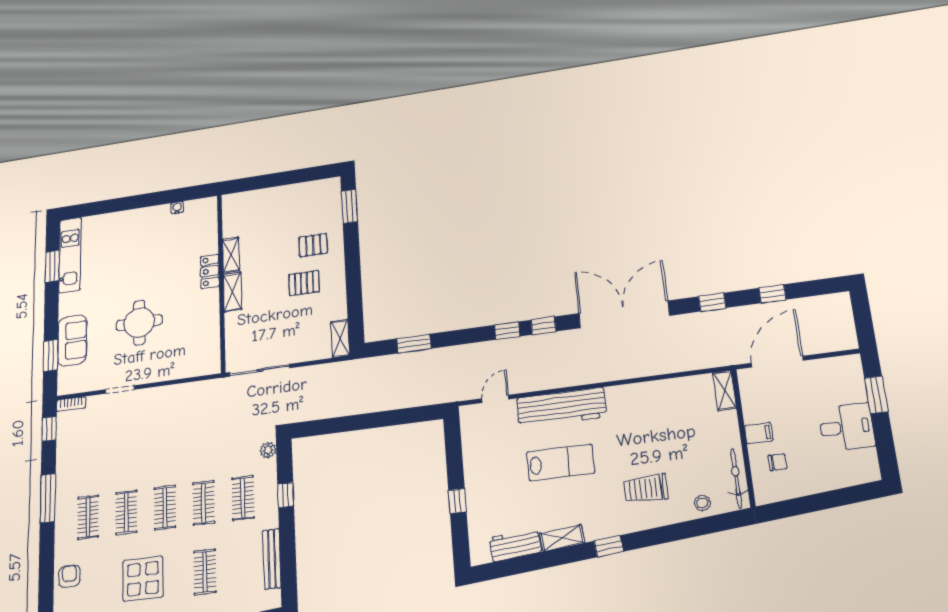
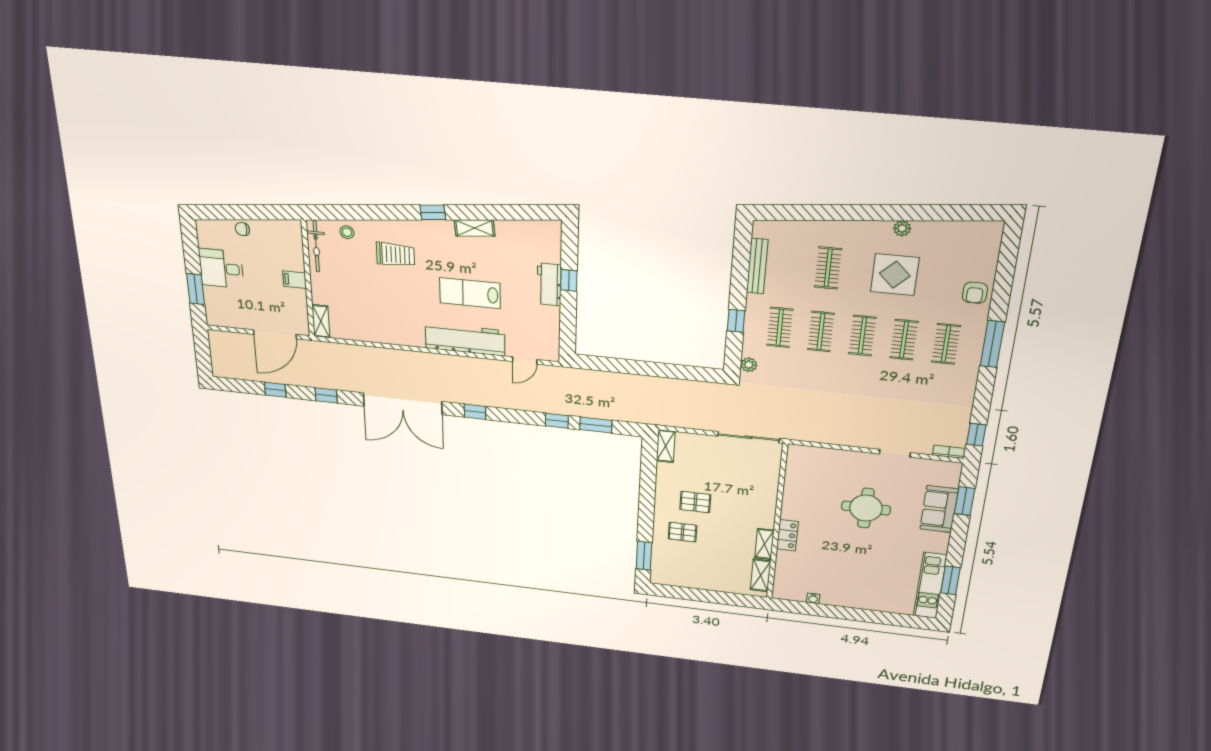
shelving: (232, 292) -> (761, 575), moved
window: (507, 331) -> (557, 421), moved
chair: (778, 462) -> (242, 229), moved
window: (48, 498) -> (992, 344), moved
workbench: (515, 545) -> (549, 284), moved, turned 96

